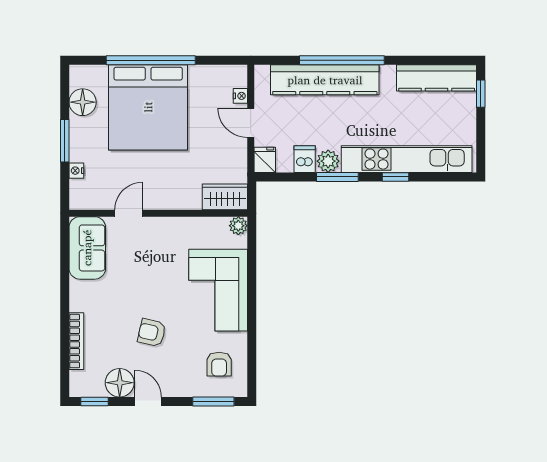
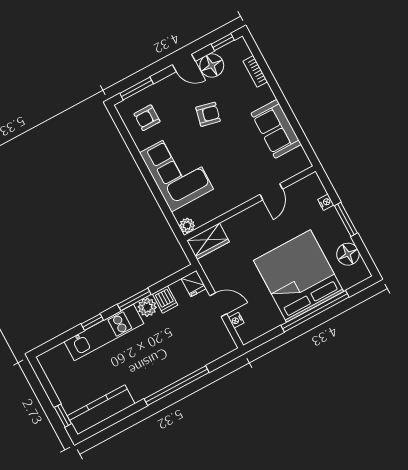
kitchen counter: (325, 80) -> (181, 365), removed
kitchen unit: (407, 159) -> (104, 333), width x0.73
sofa: (87, 248) -> (276, 129), moved
bookcase: (76, 341) -> (255, 71), width x0.64
armchair: (219, 364) -> (147, 118), turned -90

